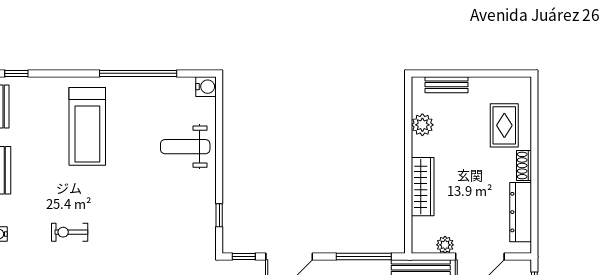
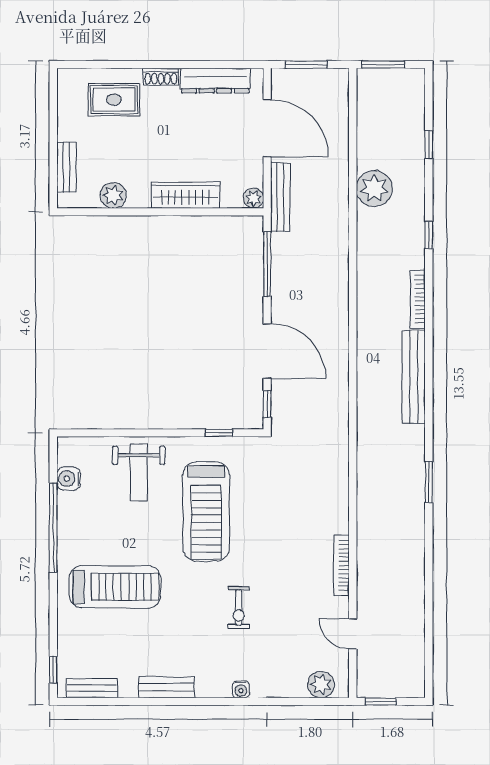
water cooler: (206, 87) -> (69, 479), moved, turned -90
treadmill: (152, 204) -> (206, 511), added
plant: (445, 245) -> (253, 198), moved

